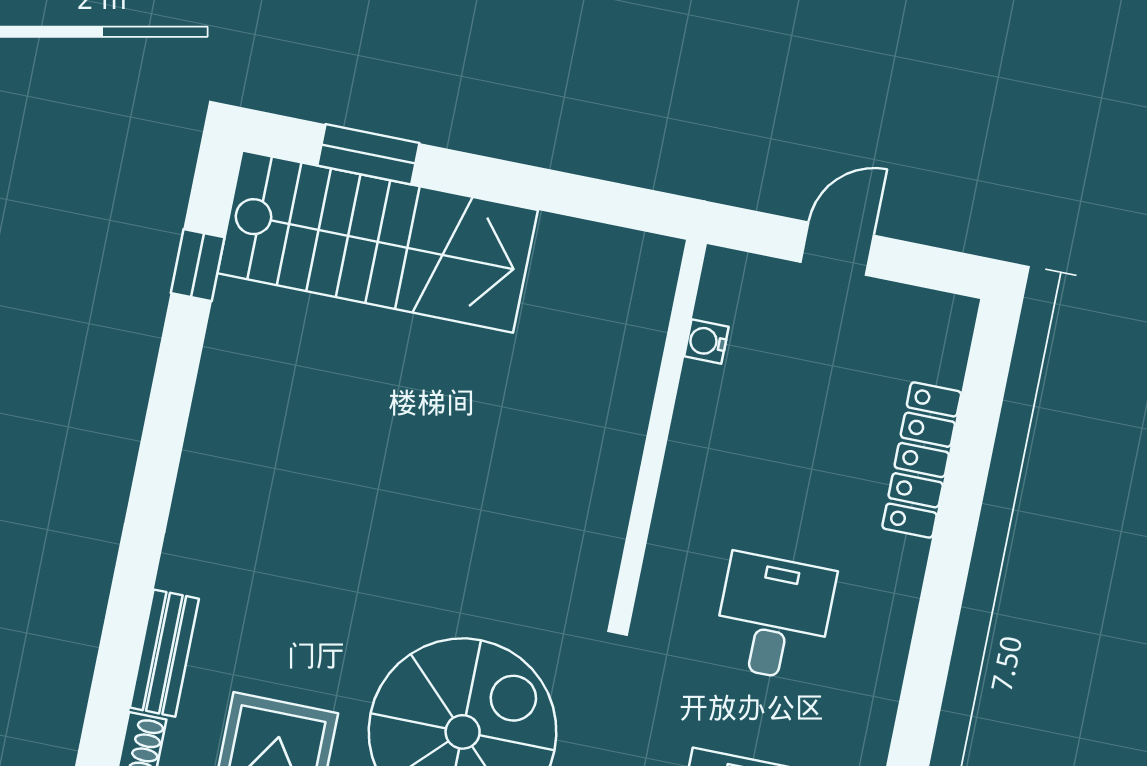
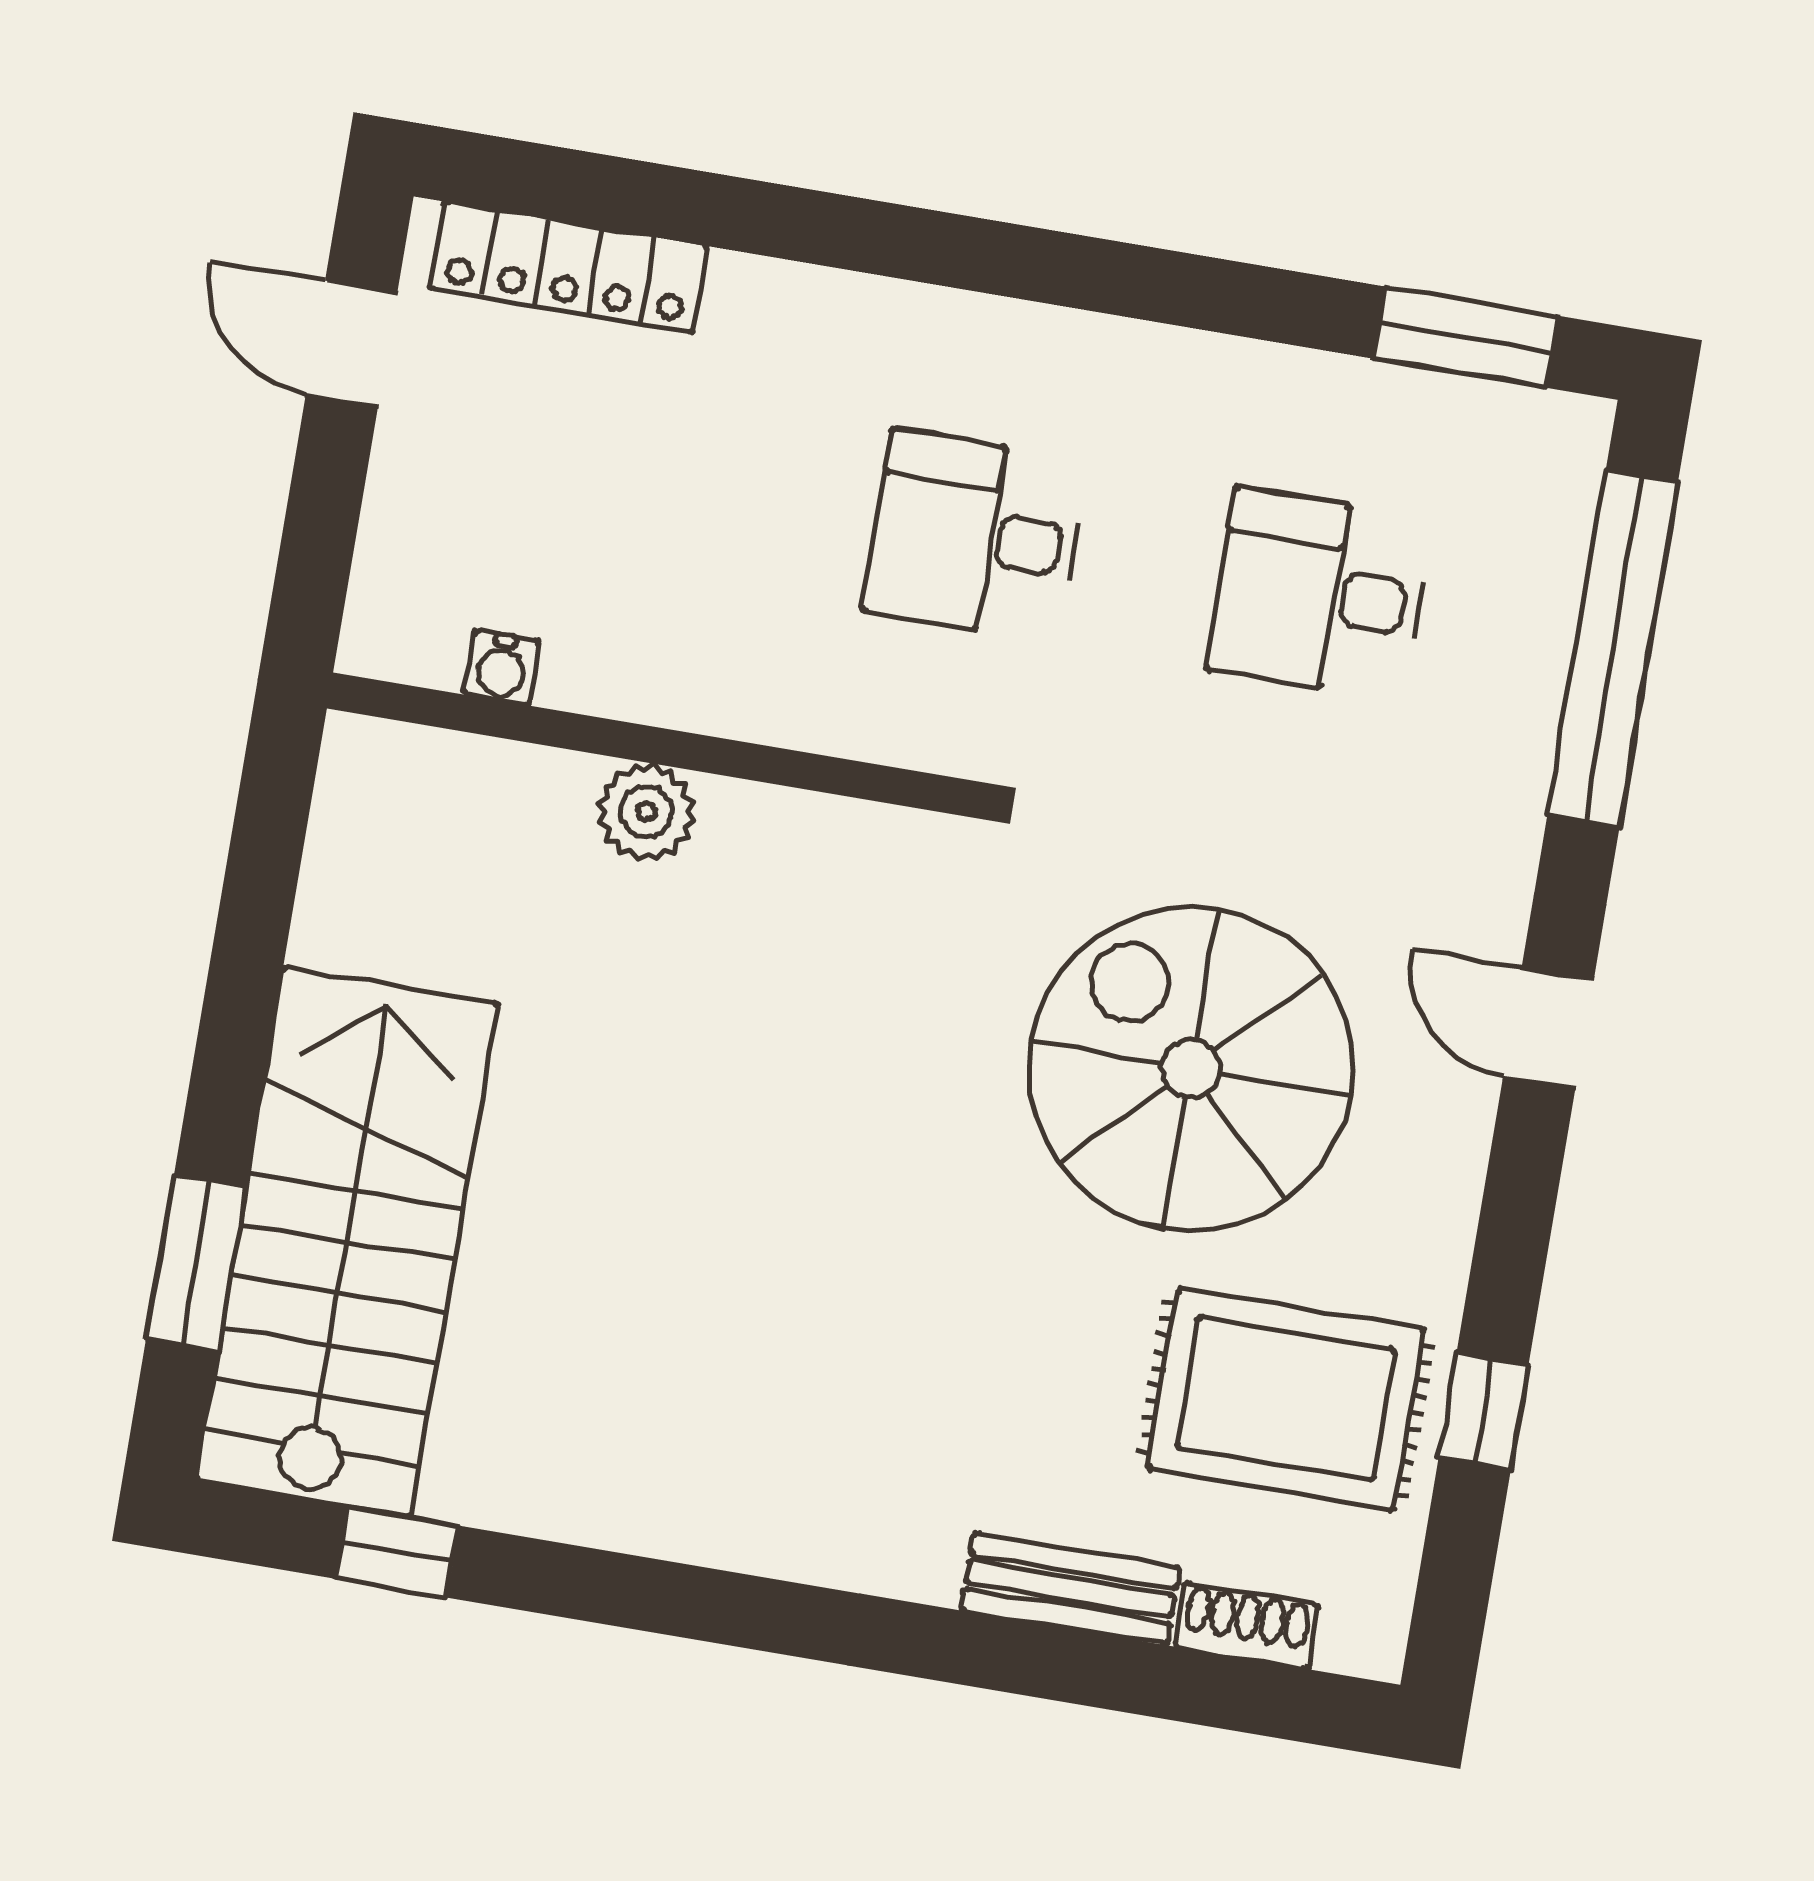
door: (837, 249) -> (352, 344), moved
plant: (621, 422) -> (646, 812), added
locker: (922, 460) -> (568, 267), moved

